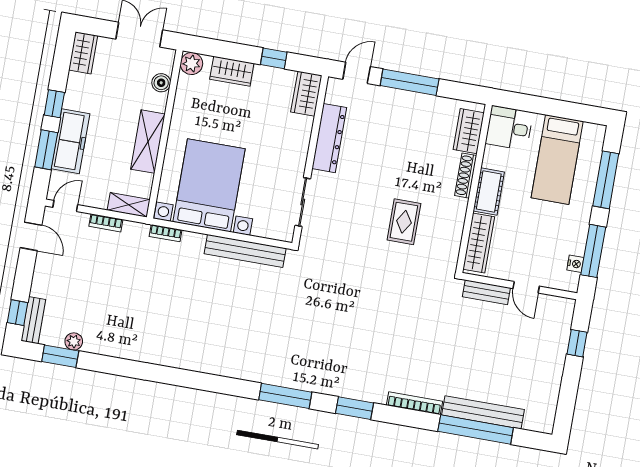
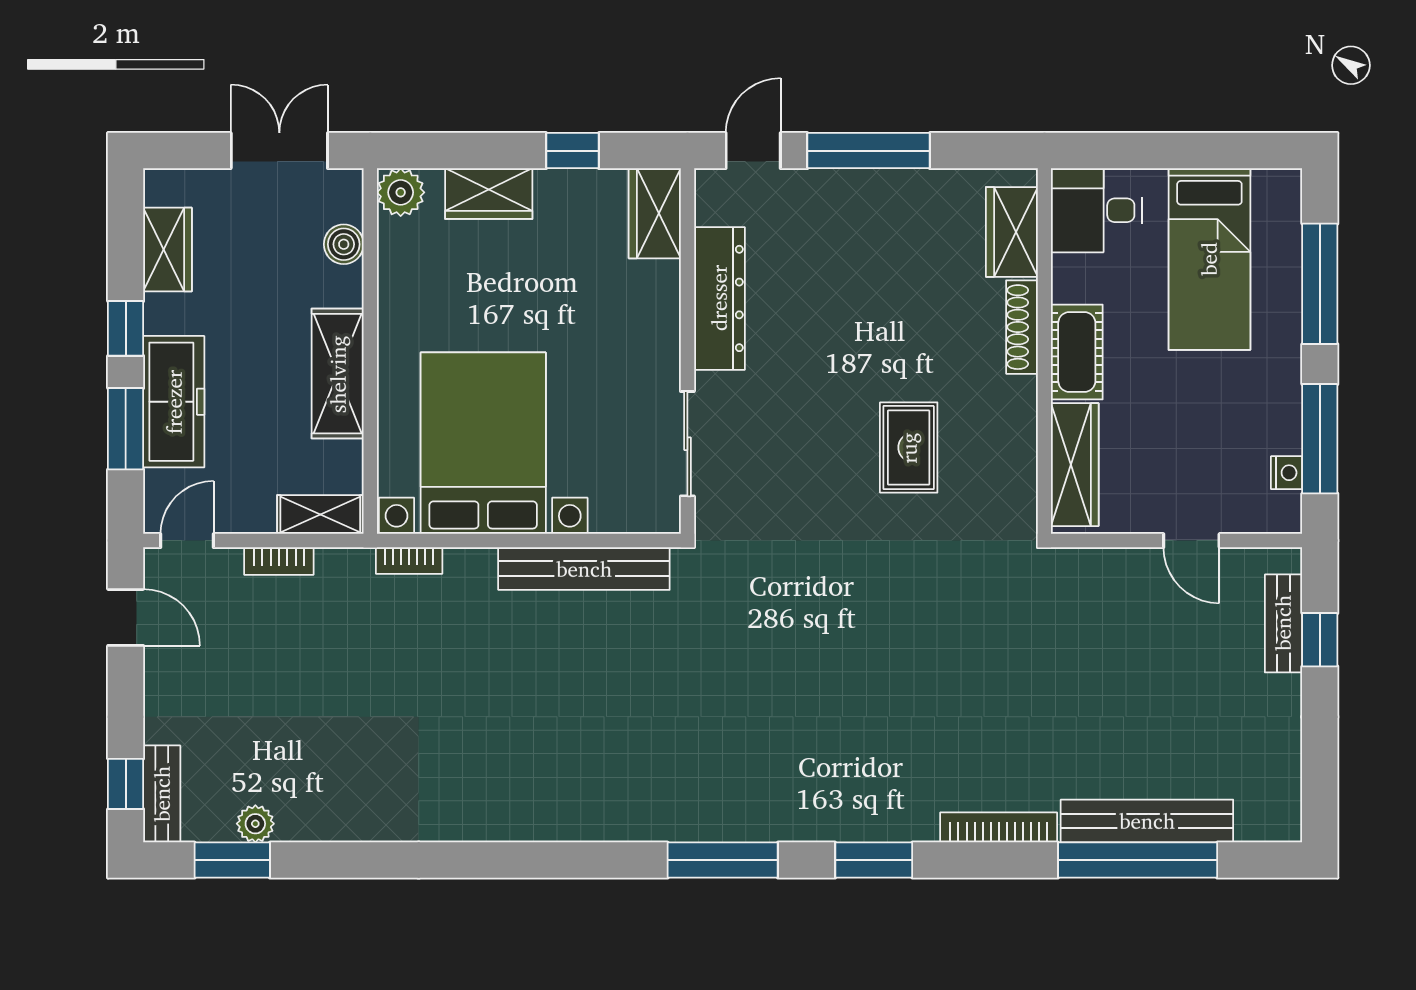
wardrobe: (83, 53) -> (168, 250), moved
bench: (486, 292) -> (1283, 623), moved, turned 90

